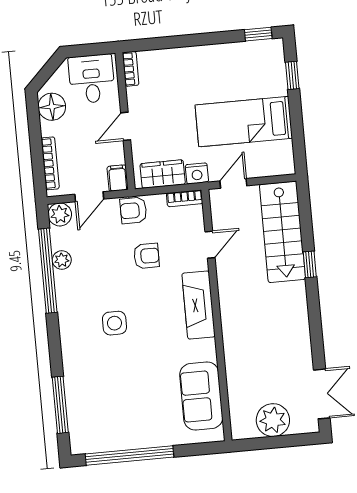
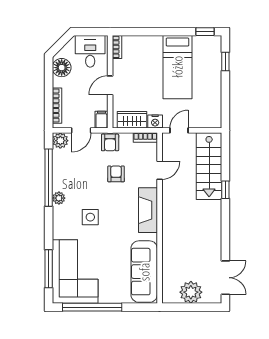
bed: (244, 122) -> (177, 67), moved, turned -90
armchair: (133, 210) -> (110, 142), turned -90
armchair: (146, 256) -> (116, 174), turned -90
plant: (62, 260) -> (59, 198), moved
sofa: (201, 396) -> (144, 272), width x1.36
corner sofa: (100, 405) -> (75, 272), added

